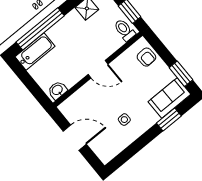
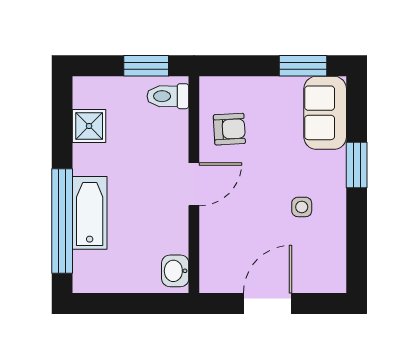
bathtub: (35, 52) -> (90, 213), moved
armchair: (146, 57) -> (229, 129), moved
window: (169, 120) -> (357, 165), moved

